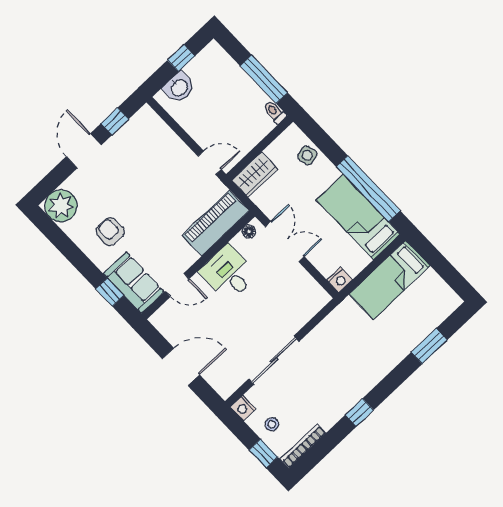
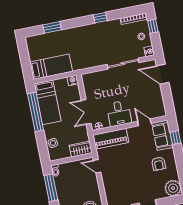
door: (181, 367) -> (163, 74), moved

